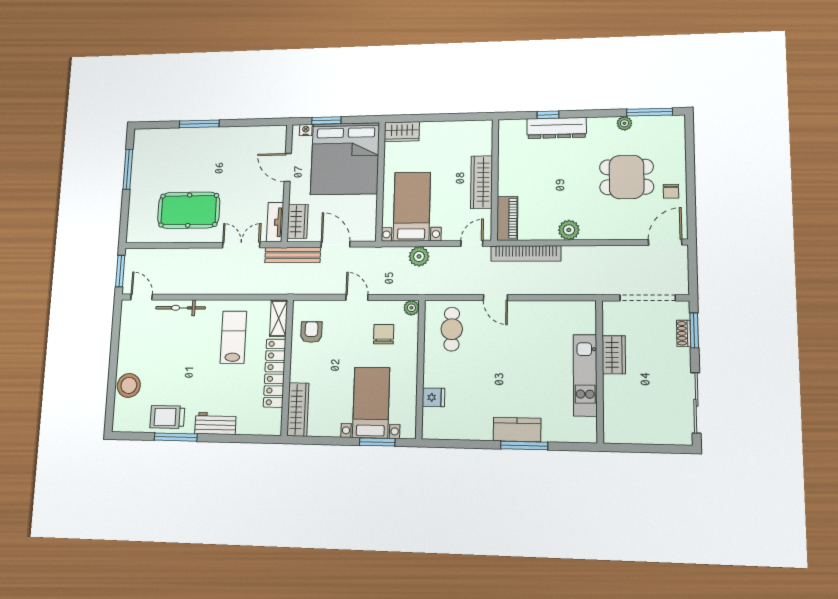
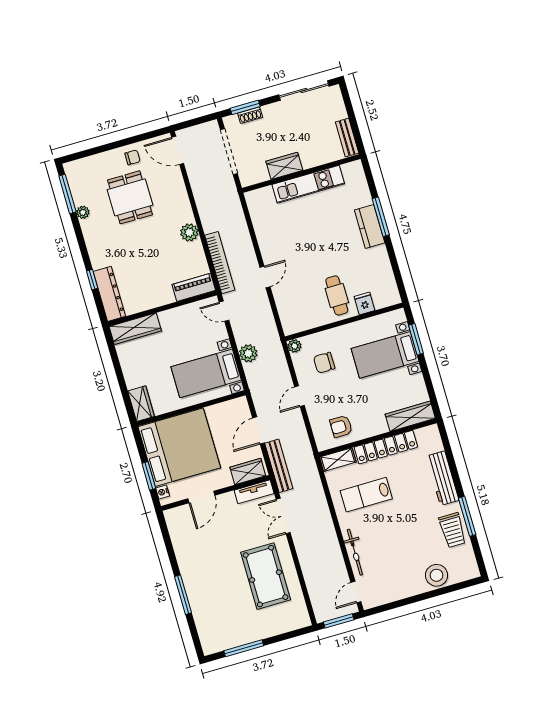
dresser: (557, 128) -> (109, 294), moved
wardrobe: (481, 182) -> (135, 329), moved
cafe table: (452, 329) -> (337, 295), moved, turned 90
workbench: (215, 423) -> (443, 478), width x1.38
bench: (626, 436) -> (347, 138), added

